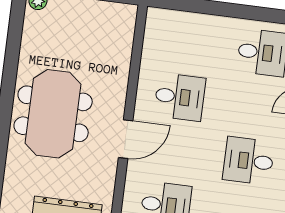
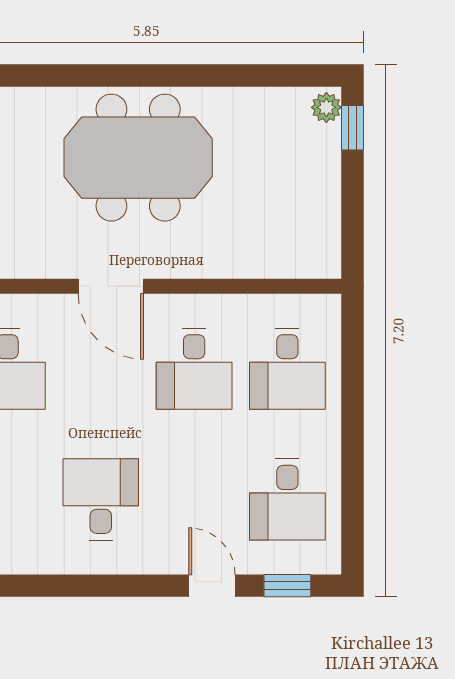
desk: (187, 43) -> (287, 369), added

